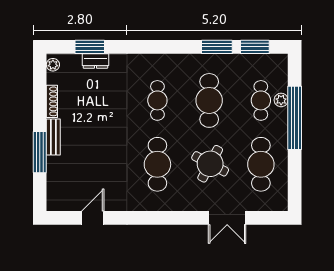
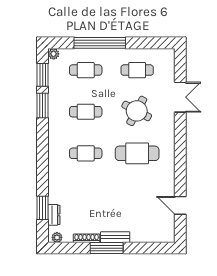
dresser: (95, 61) -> (54, 215), moved
cafe table: (209, 100) -> (86, 112), width x0.73, depth x0.74
plant: (281, 100) -> (54, 54), moved
window: (40, 152) -> (107, 248), moved
cafe table: (261, 164) -> (137, 70), width x0.73, depth x0.74

